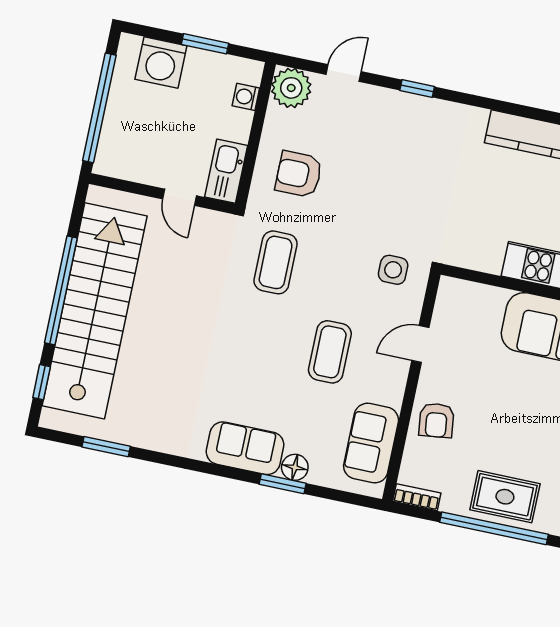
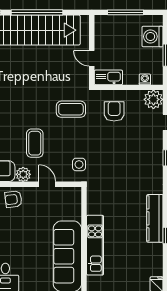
window: (99, 108) -> (125, 12), width x0.68
door: (180, 197) -> (92, 58), hinge flipped
coffee table: (330, 352) -> (35, 143), turned 90
plant: (389, 389) -> (23, 174), added

